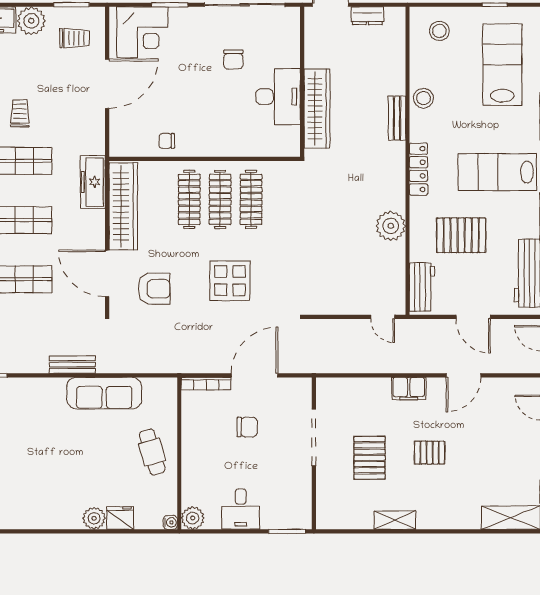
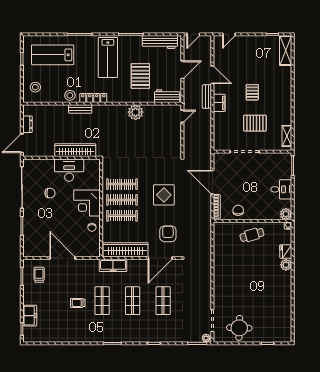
plant: (31, 21) -> (30, 297), removed
corner desk: (142, 32) -> (87, 203), moved, turned 180
locker: (418, 169) -> (93, 98), moved
bench: (72, 365) -> (207, 97), moved
sofa: (104, 393) -> (222, 260), removed
chair: (247, 427) -> (238, 210), moved
shelving: (395, 520) -> (287, 136), moved

